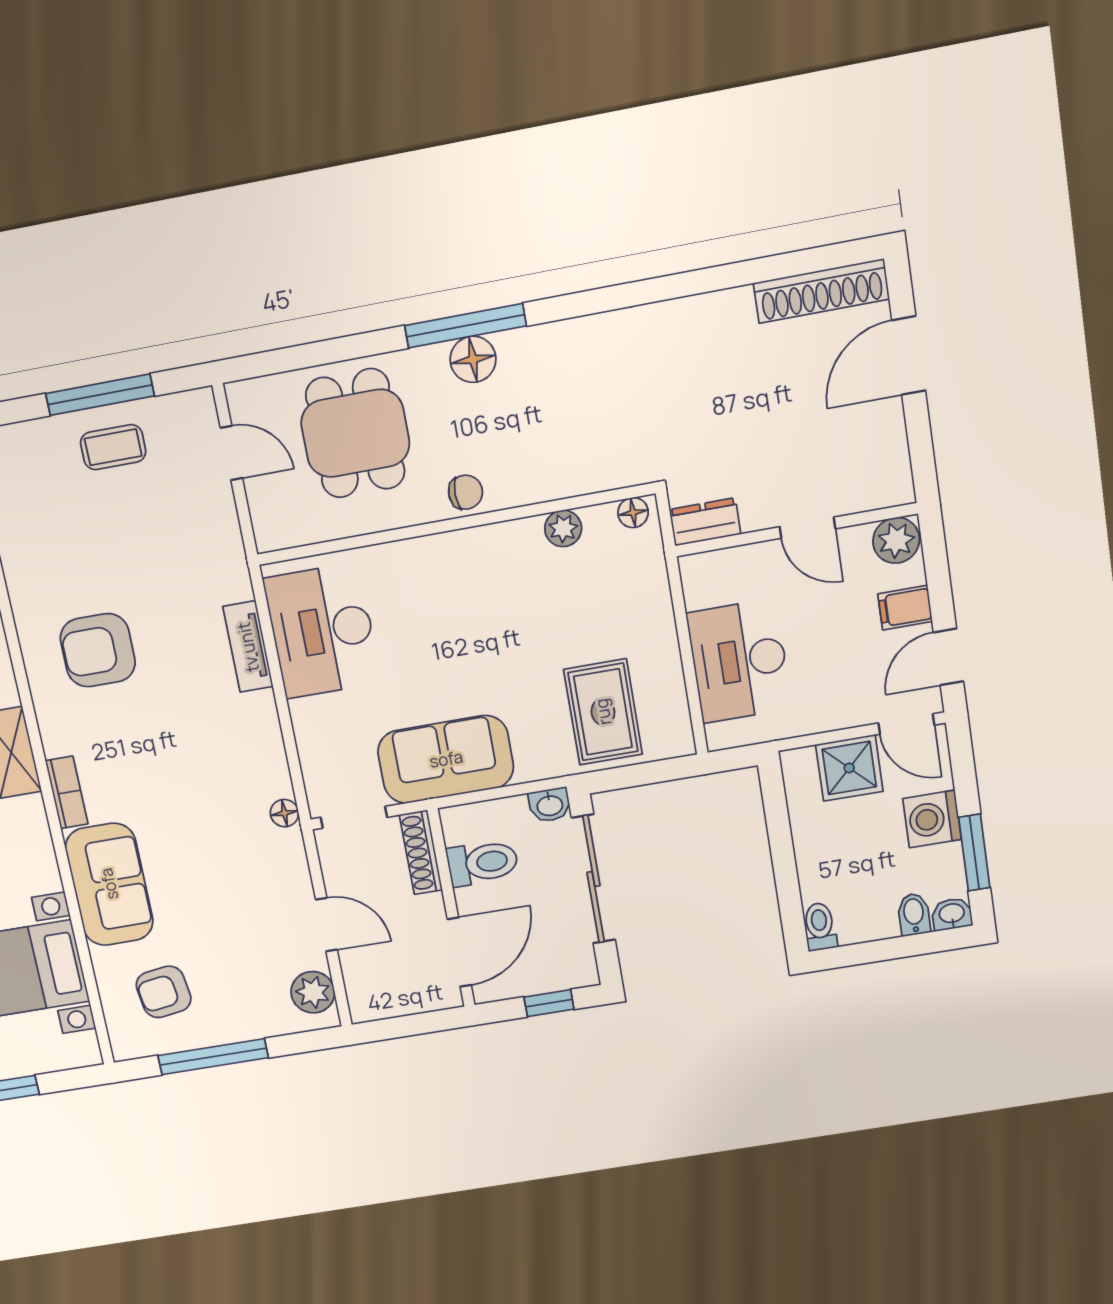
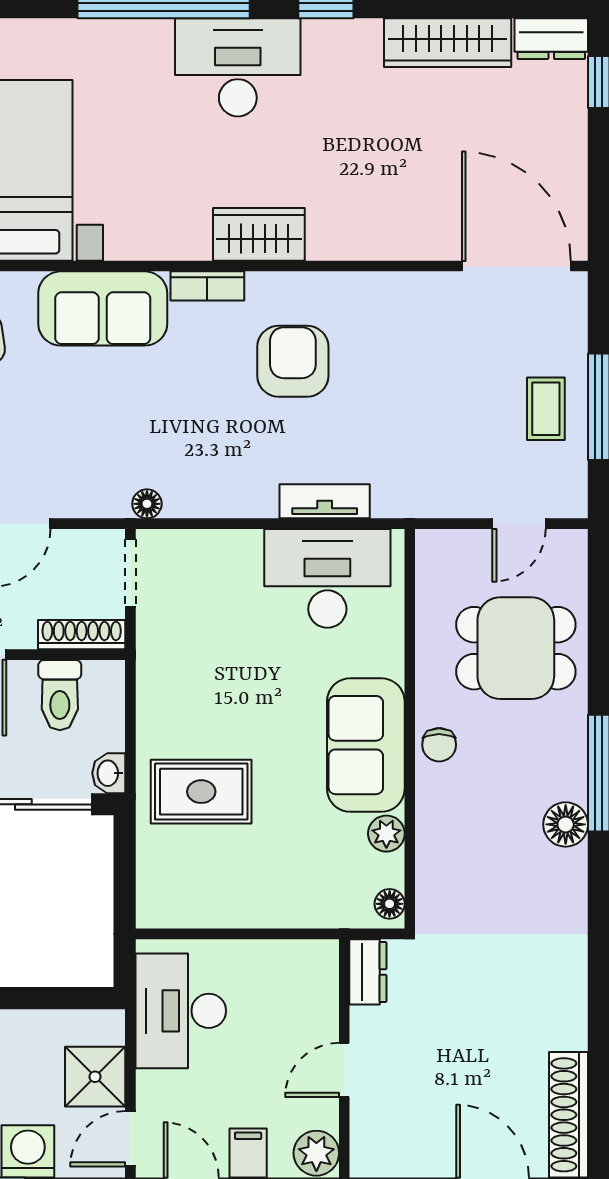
floor lamp: (473, 359) -> (566, 824), moved
armchair: (98, 650) -> (293, 361), moved
desk: (739, 661) -> (181, 1011), moved, turned -90
rug: (603, 712) -> (201, 792), moved
sofa: (446, 759) -> (366, 745), moved, turned 180

